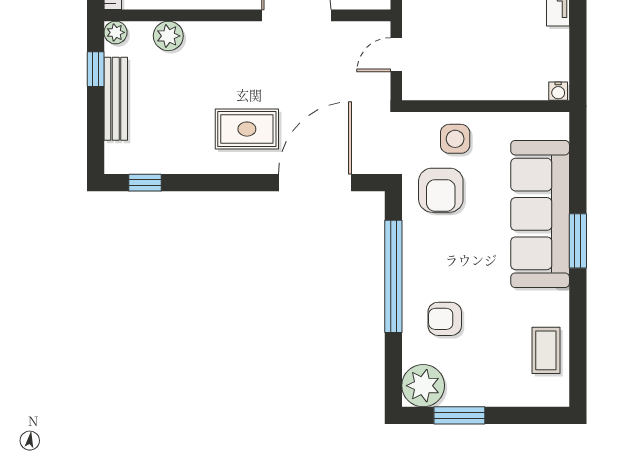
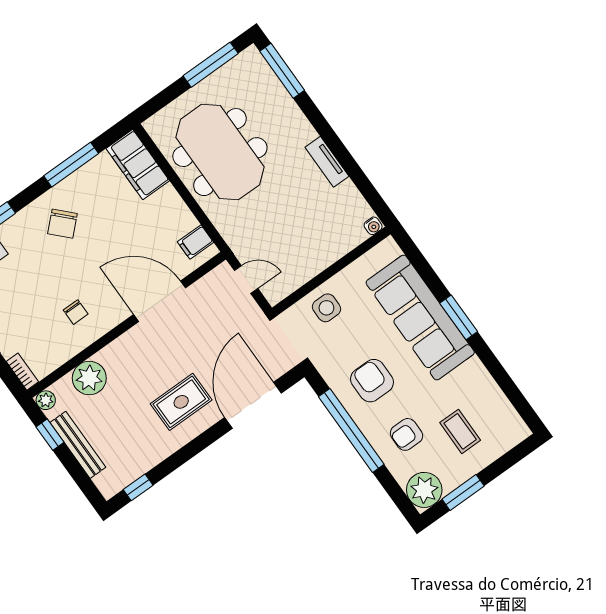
plant: (168, 36) -> (89, 378), width x1.36, depth x1.36
door: (396, 55) -> (246, 279), swing flipped
armchair: (441, 190) -> (372, 381), moved, turned 180
coffee table: (546, 350) -> (460, 431), moved

